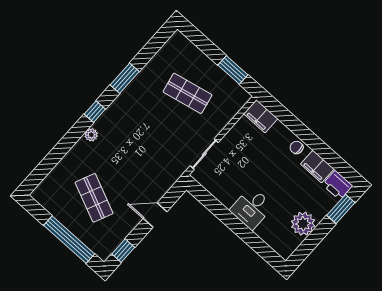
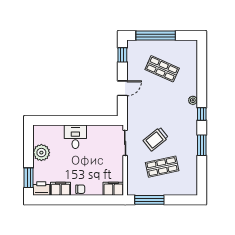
window: (233, 70) -> (149, 200), width x1.44
trolley: (168, 129) -> (156, 139), added

